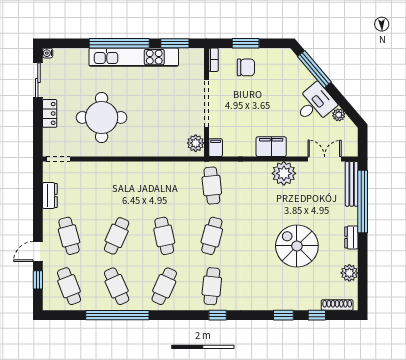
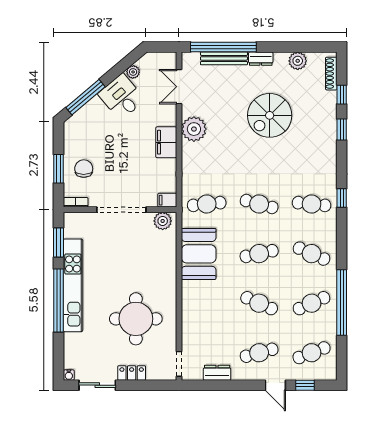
booth: (164, 178) -> (199, 254), added
bench: (352, 184) -> (224, 58), moved

